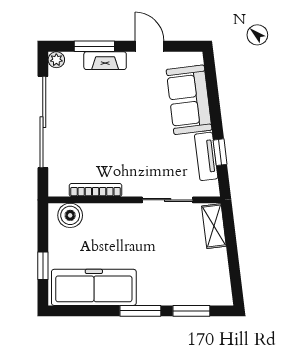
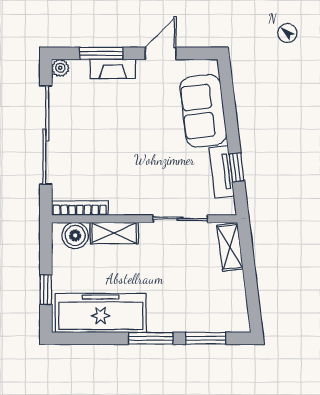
door: (150, 46) -> (161, 53), hinge flipped
bookcase: (96, 190) -> (80, 208), moved
shelving: (106, 213) -> (114, 233), added

